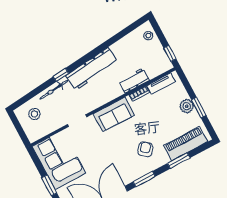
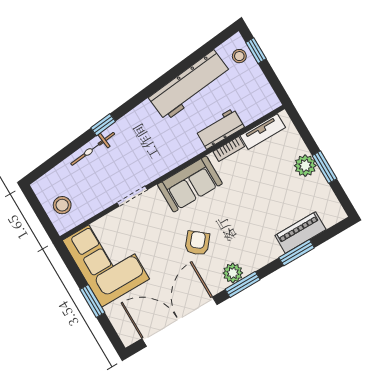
window: (170, 53) -> (256, 51), moved
workbench: (92, 69) -> (190, 85), moved
stool: (34, 114) -> (62, 205), moved
piano: (186, 144) -> (300, 233), width x0.73, depth x0.75
armchair: (145, 149) -> (197, 243), moved
plant: (138, 172) -> (233, 273), added

